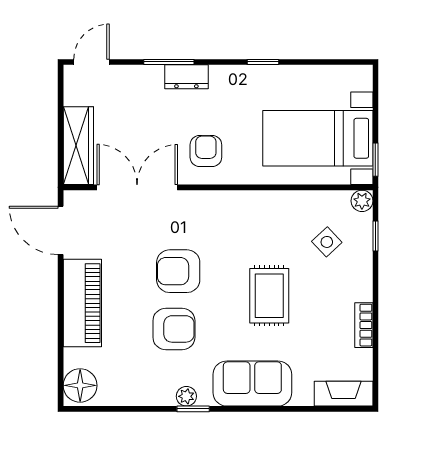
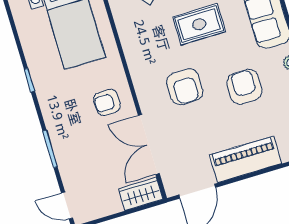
dresser: (186, 77) -> (57, 133), removed
wardrobe: (78, 146) -> (141, 194), width x0.67
armchair: (178, 271) -> (185, 87), moved

